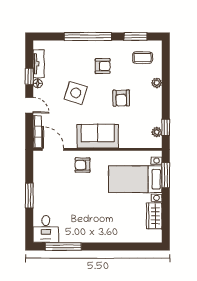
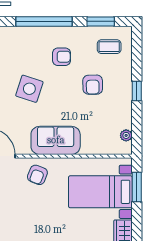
plant: (157, 83) -> (126, 77), removed
armchair: (121, 98) -> (93, 85), moved
window: (166, 127) -> (137, 91), moved
armchair: (82, 165) -> (37, 175), turned -69

